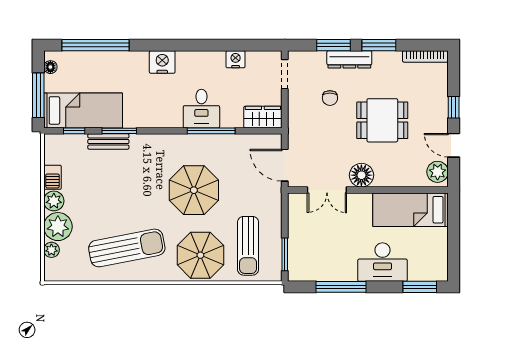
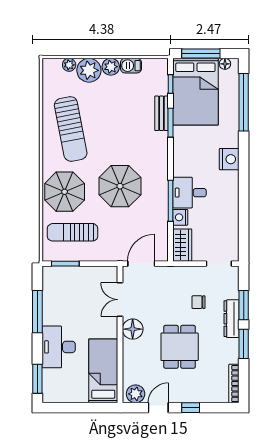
nightstand: (236, 59) -> (180, 217), moved, turned 180
bed: (83, 110) -> (195, 92), width x1.50

